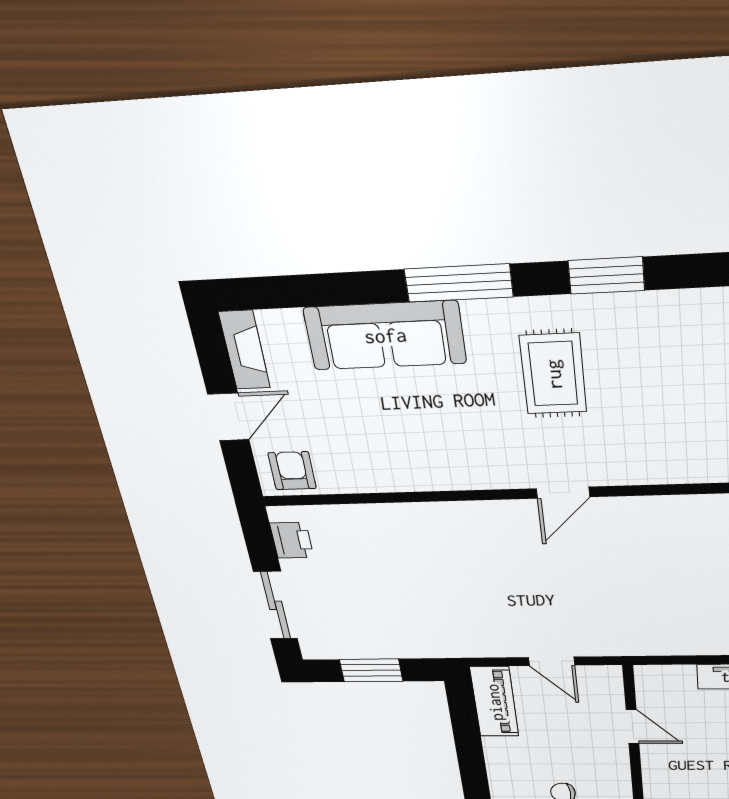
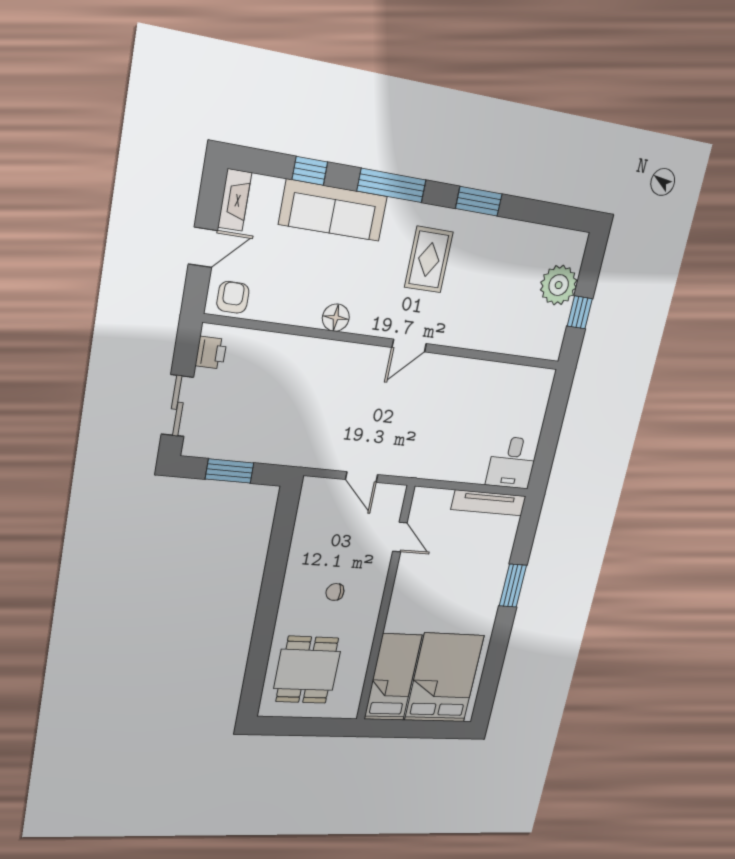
window: (331, 290) -> (310, 171), added
floor lamp: (442, 473) -> (336, 318), added
piano: (494, 702) -> (311, 507), removed

